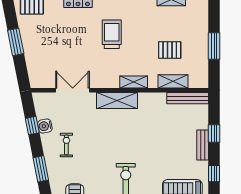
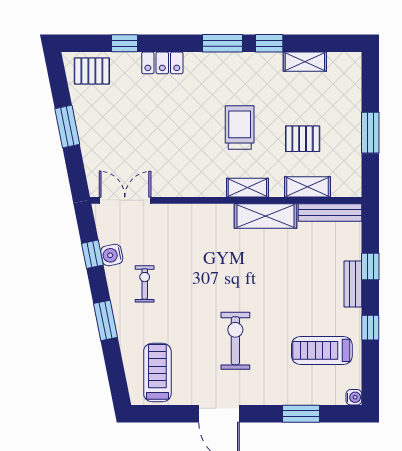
trolley: (112, 34) -> (240, 127), moved
double door: (73, 90) -> (125, 200), moved
shelving: (117, 100) -> (265, 216), moved

